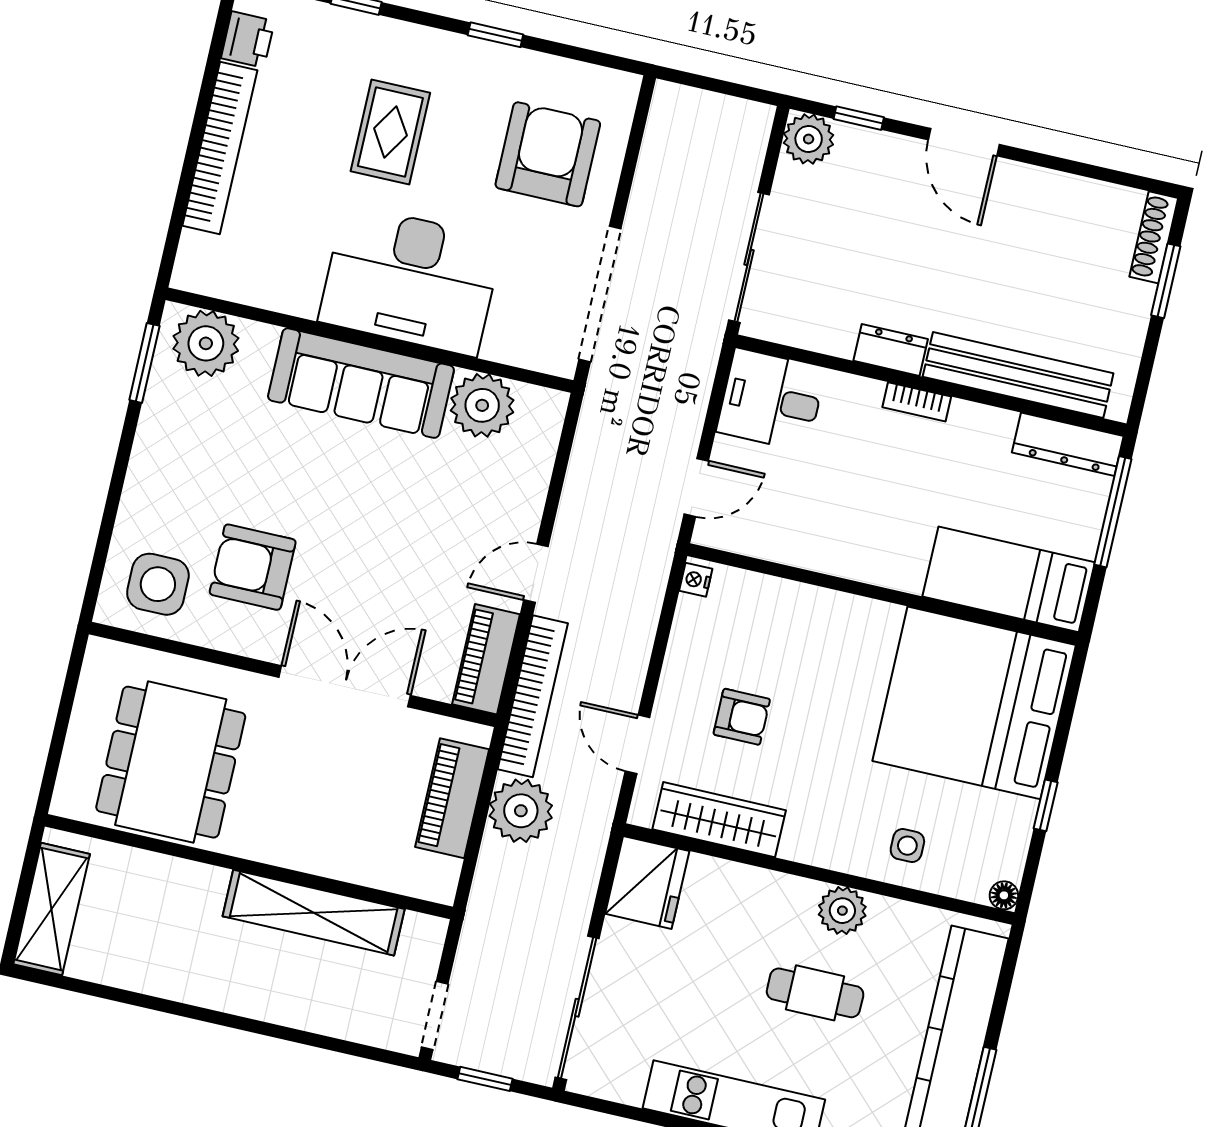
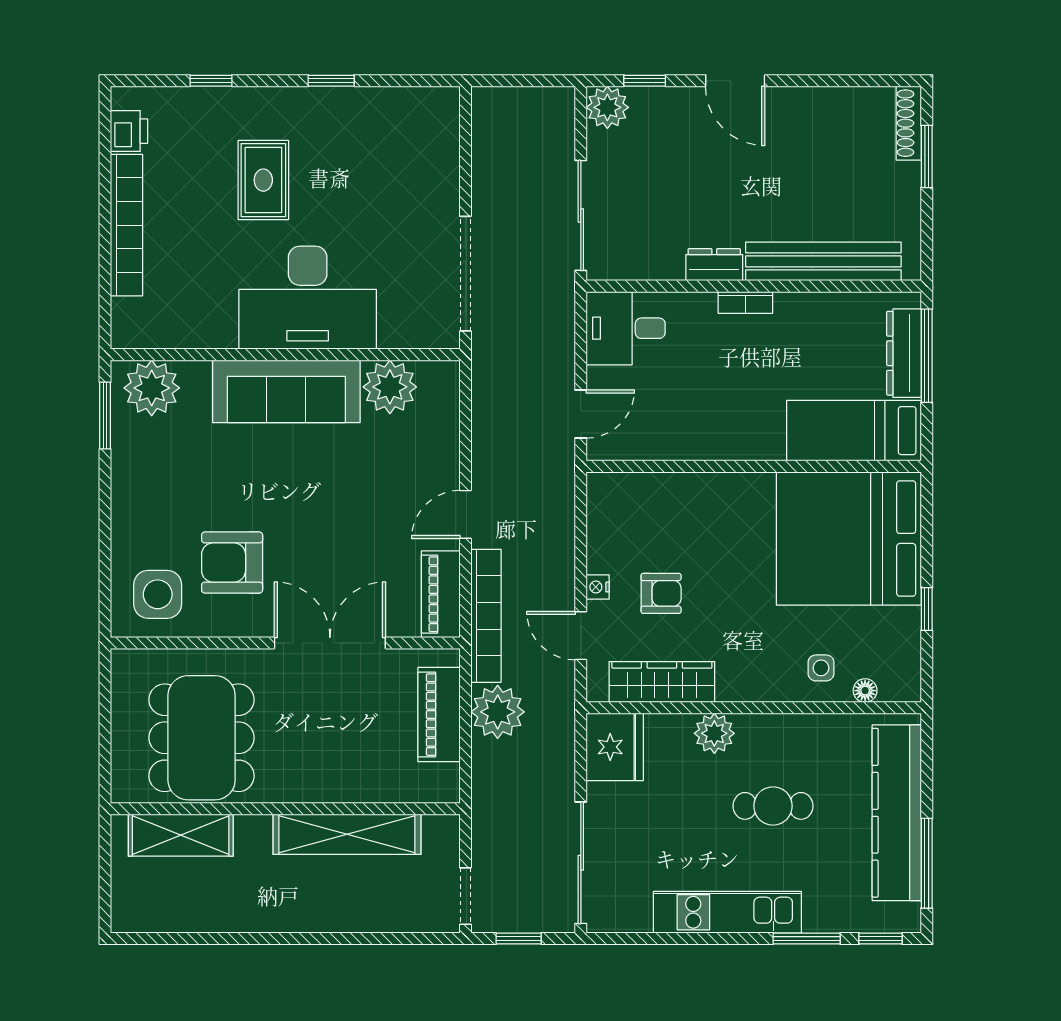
armchair: (548, 154) -> (397, 169), removed
dresser: (1068, 444) -> (904, 353), moved, turned 90
nightstand: (696, 580) -> (598, 587), moved
floor lamp: (1004, 895) -> (865, 691), moved
shelving: (52, 909) -> (181, 835), moved, turned 90
plant: (842, 911) -> (714, 733), moved

